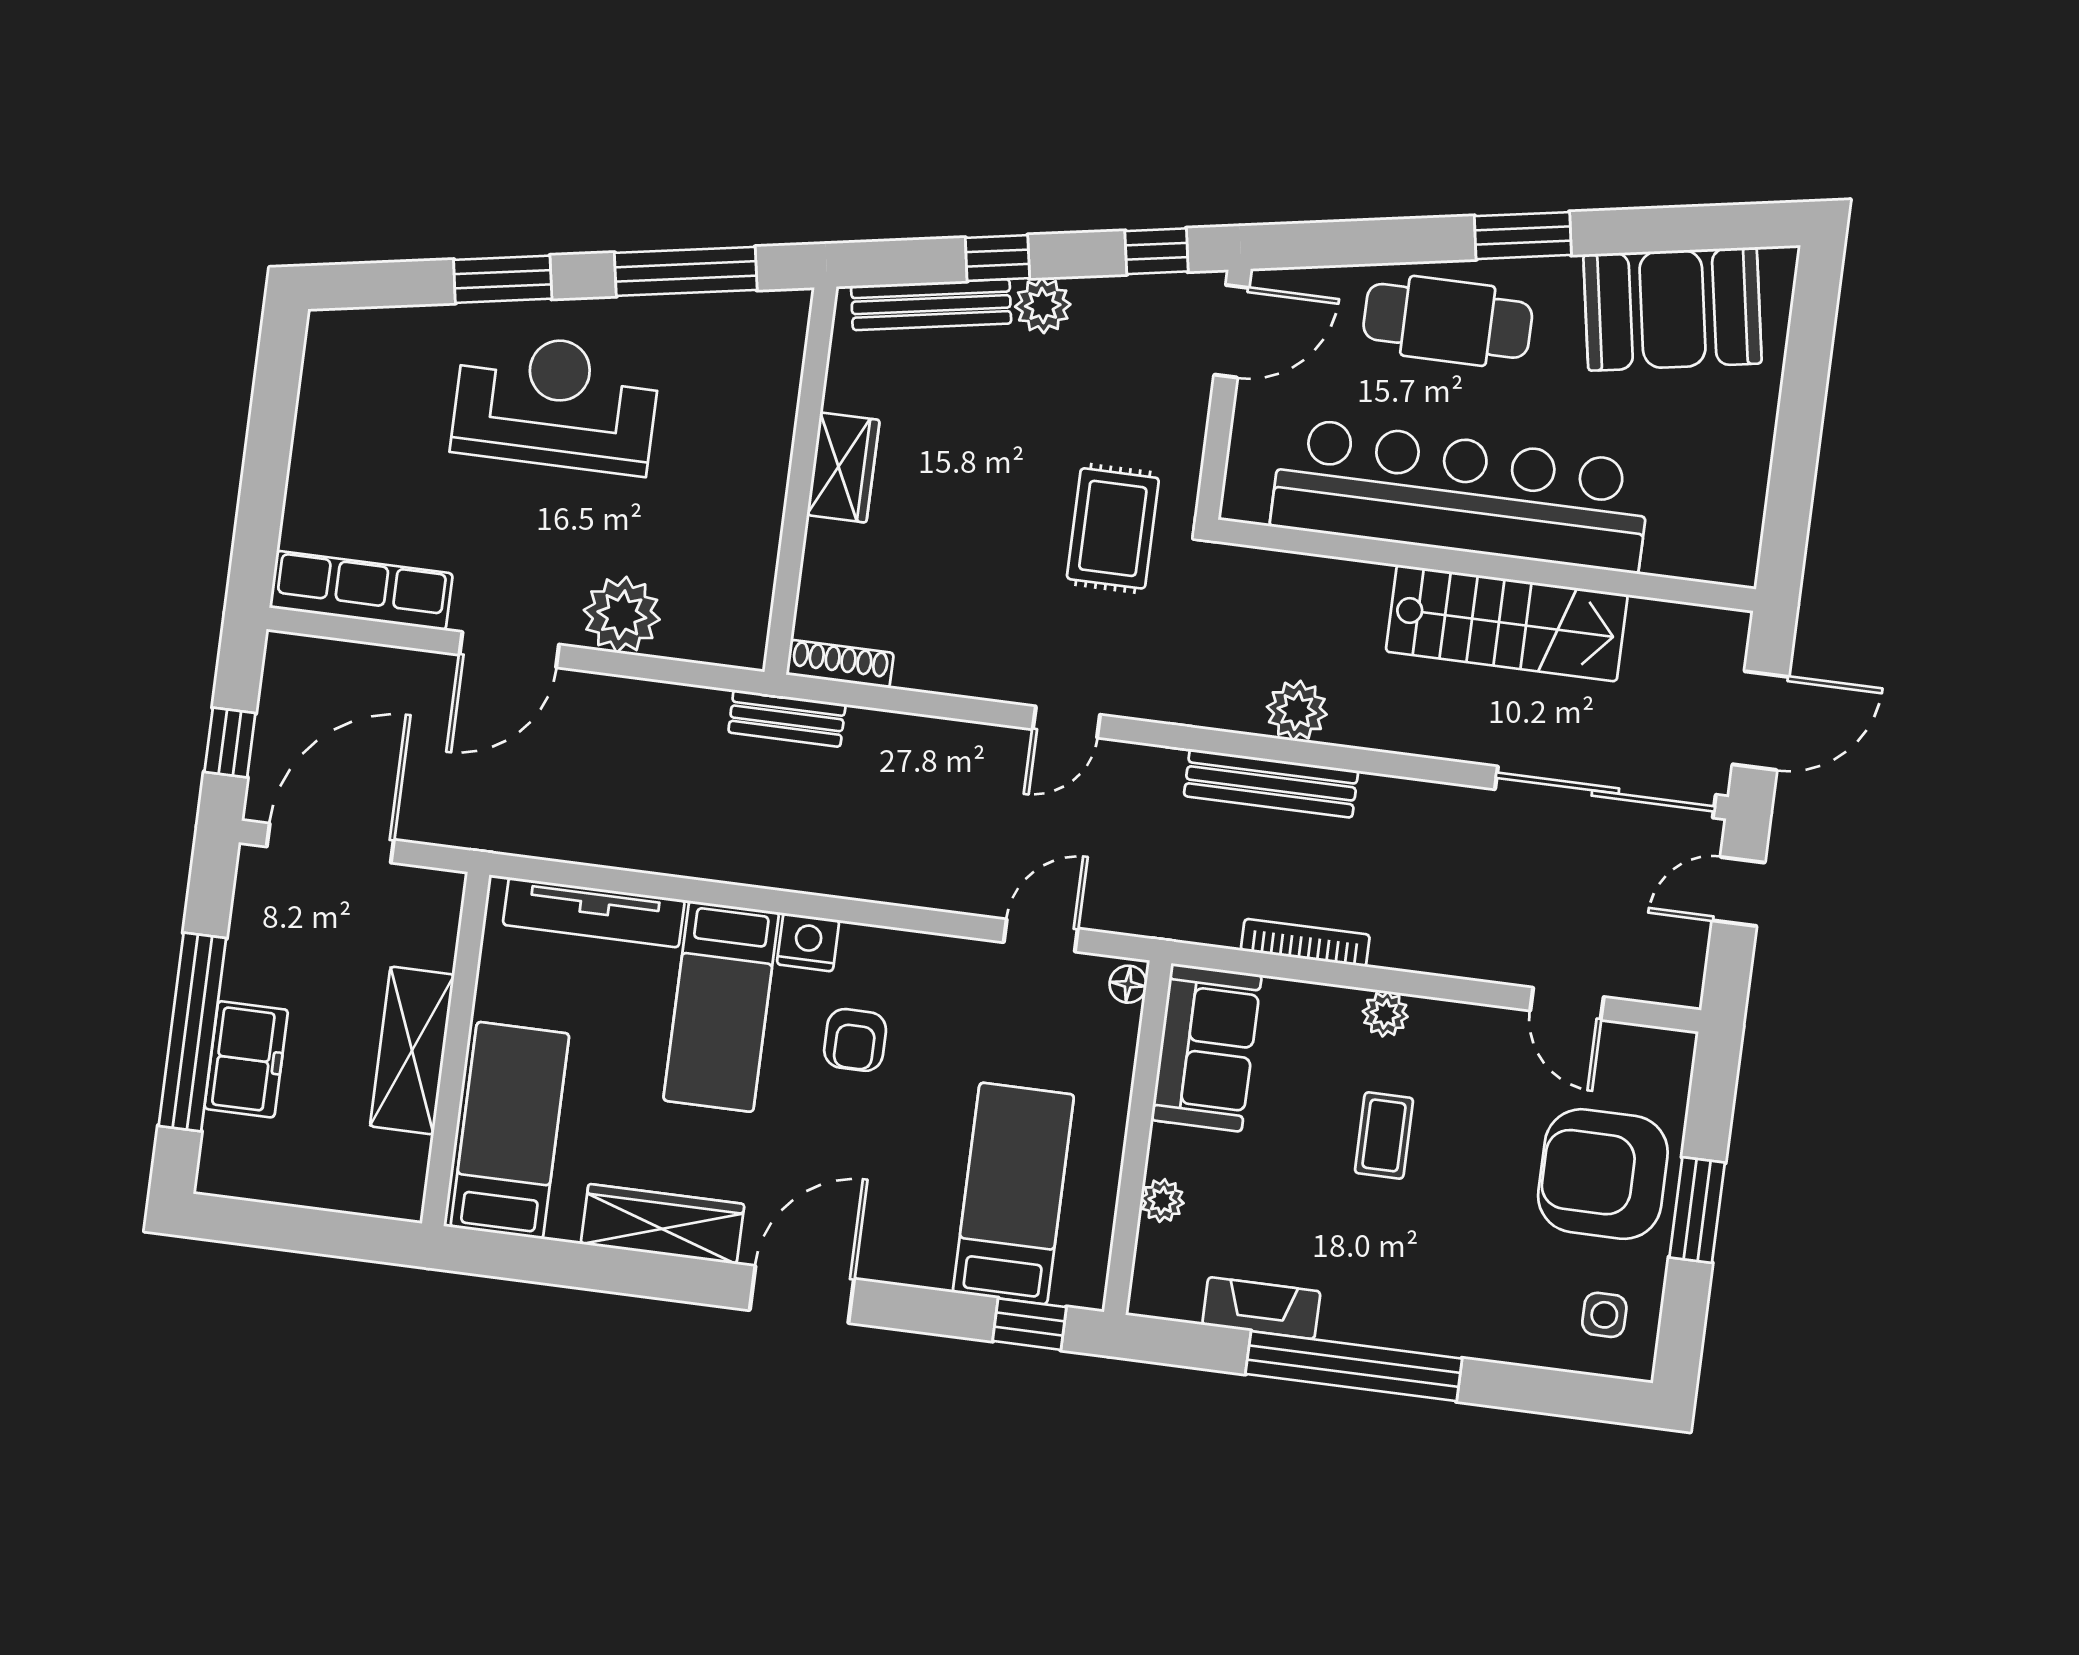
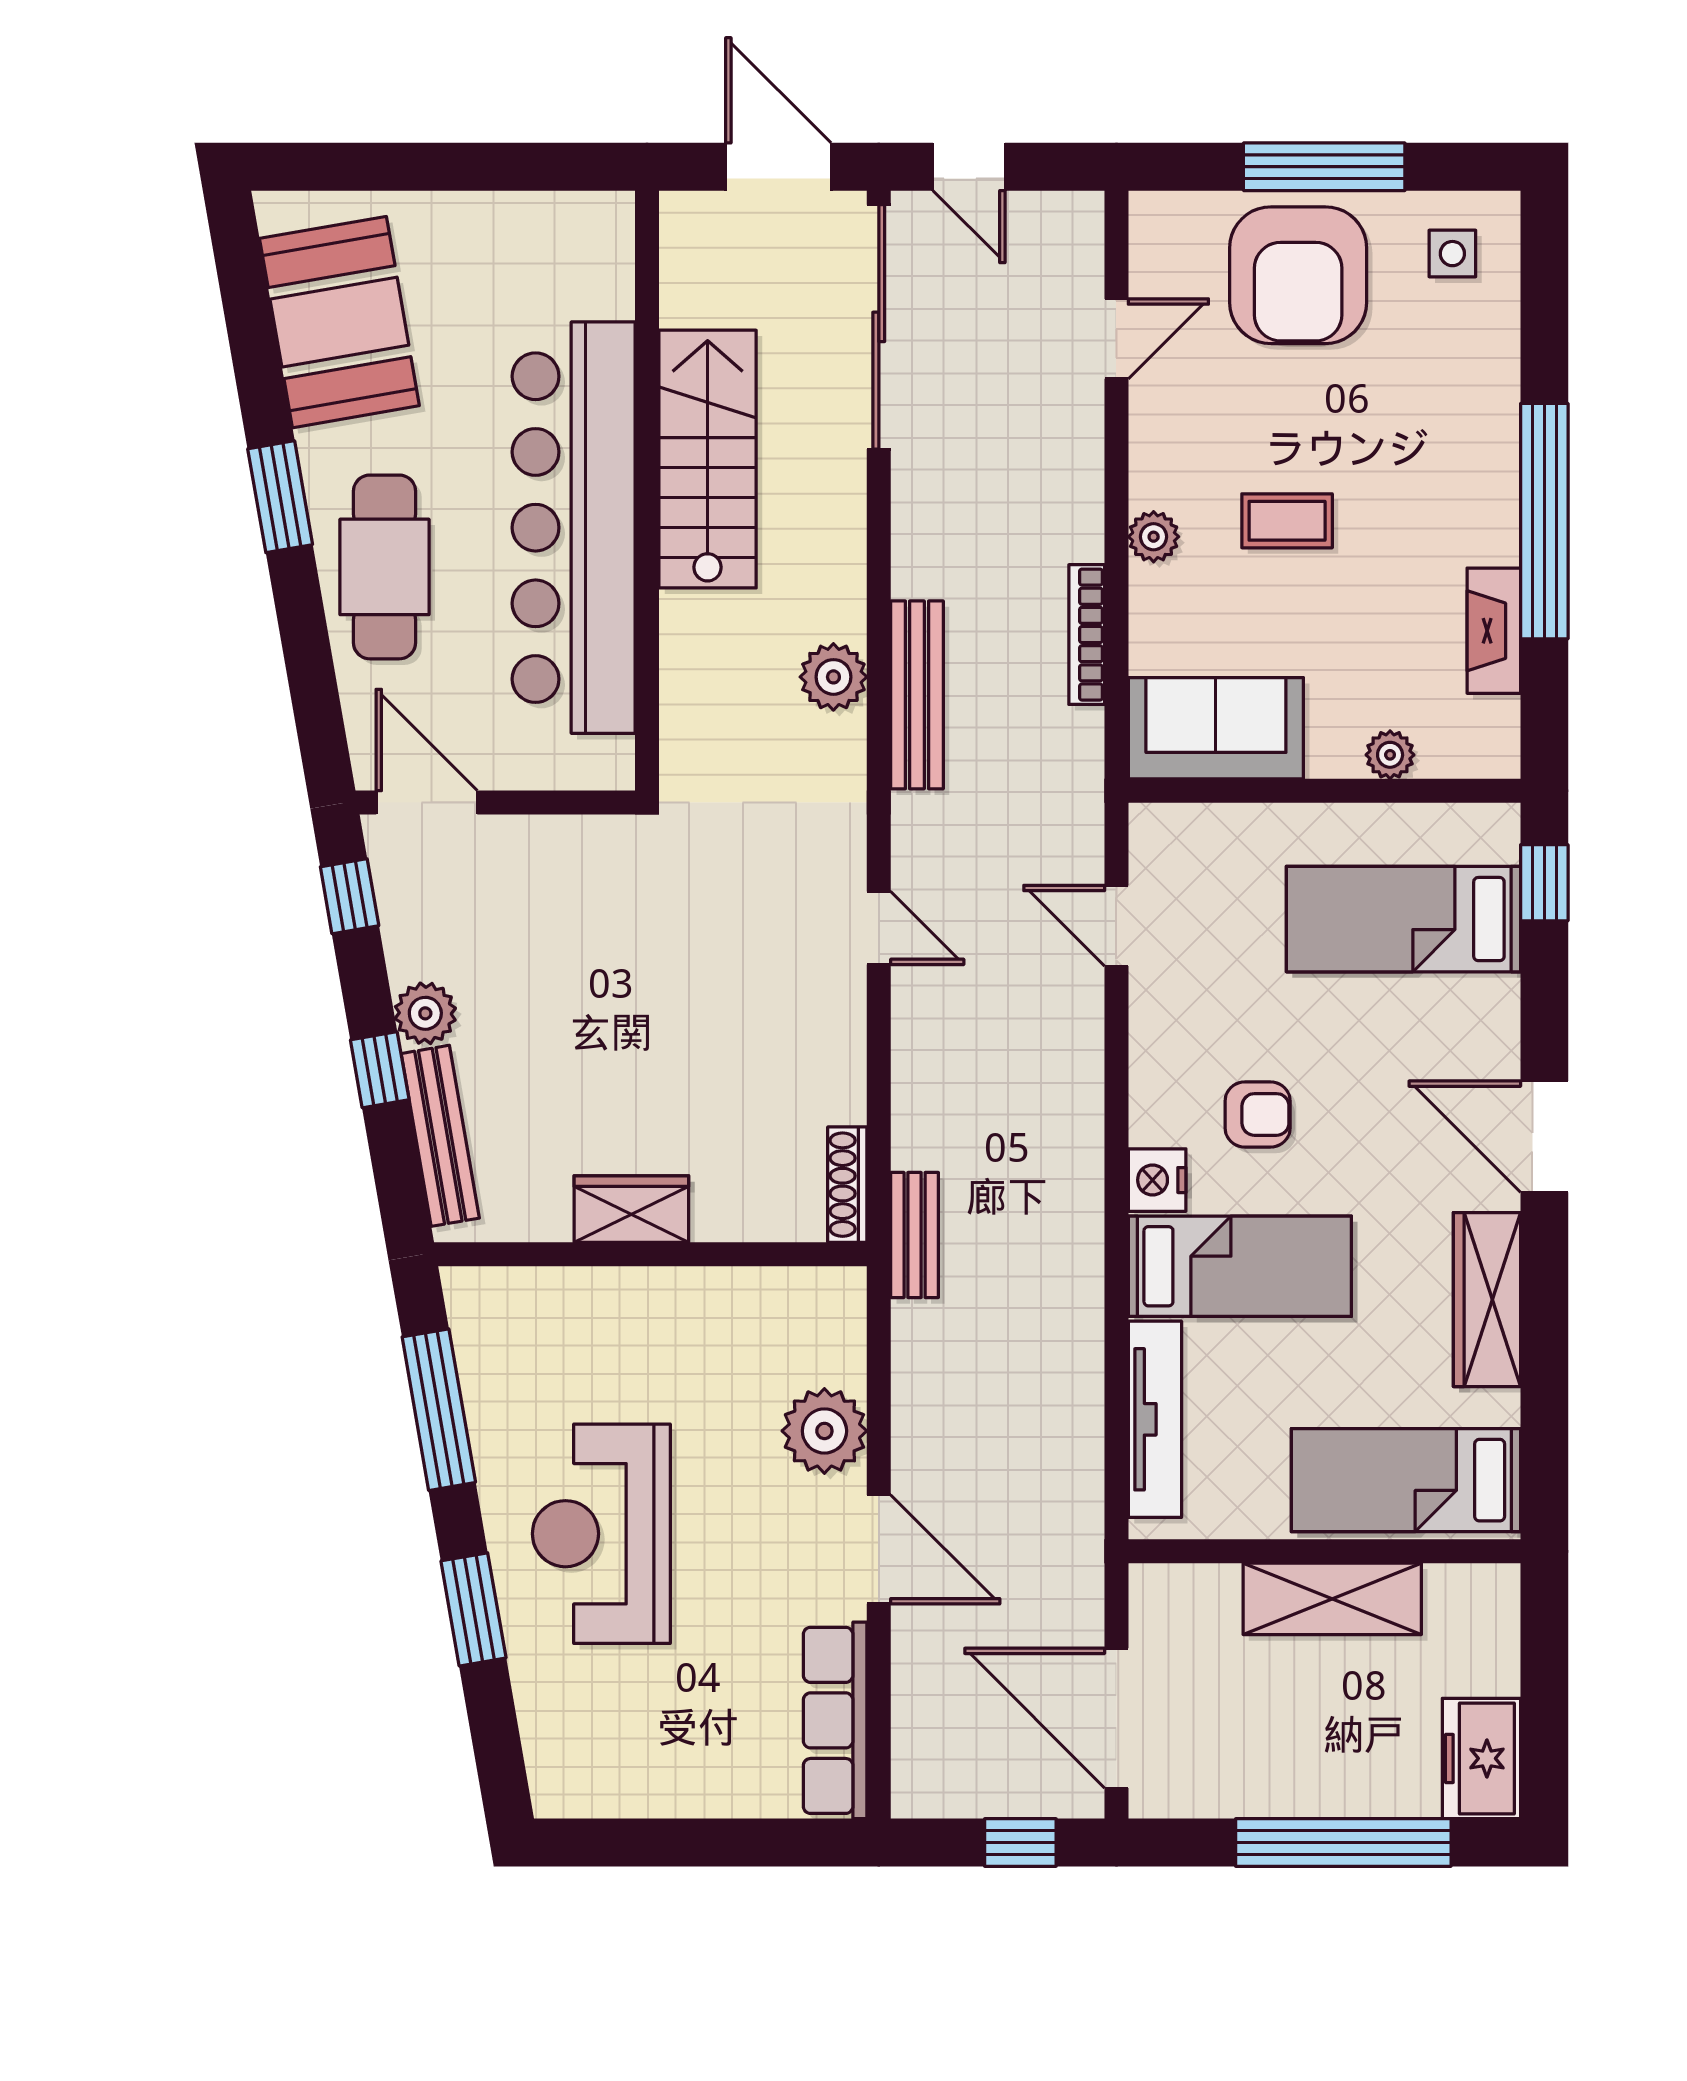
rug: (1113, 528) -> (660, 905), removed
floor lamp: (1128, 984) -> (1158, 823), removed
freezer: (246, 1059) -> (1481, 1758), moved, turned -90
window: (1697, 1210) -> (1324, 167), width x1.44

